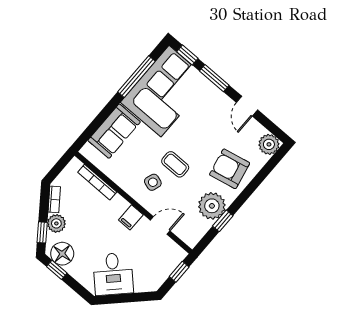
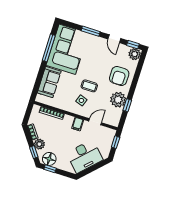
window: (187, 55) -> (133, 45), moved
armchair: (230, 169) -> (119, 76), turned -78
desk: (113, 274) -> (85, 156), width x1.37

